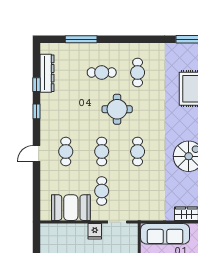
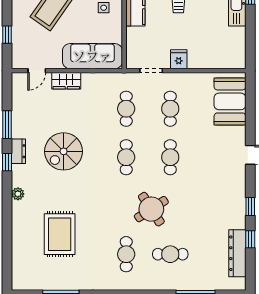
round table: (117, 109) -> (151, 209), turned -33
cafe table: (66, 151) -> (126, 109), moved
booth: (71, 208) -> (230, 101), moved, turned 90

